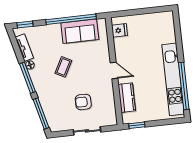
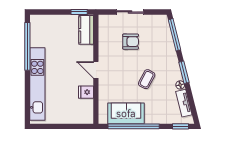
fridge: (119, 30) -> (86, 92), moved
window: (28, 78) -> (184, 72), width x0.69
kitchen unit: (173, 79) -> (37, 84), moved
kitchen counter: (127, 98) -> (86, 30), moved

